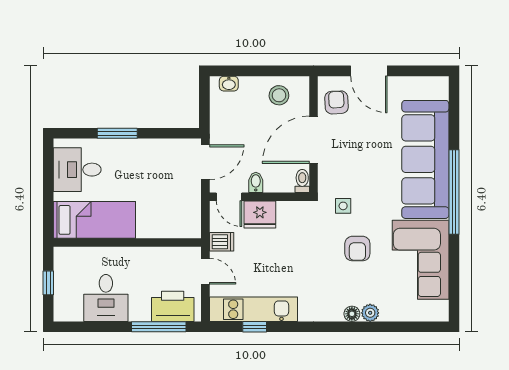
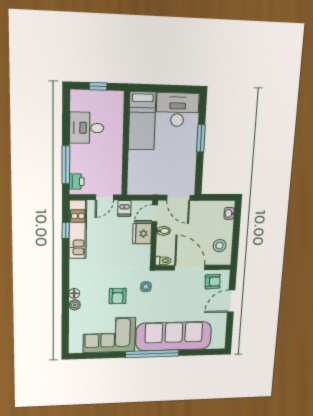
desk: (77, 170) -> (177, 110), width x1.37
armchair: (357, 249) -> (118, 296), turned -90
printer: (173, 306) -> (77, 182), width x0.53, depth x0.68

